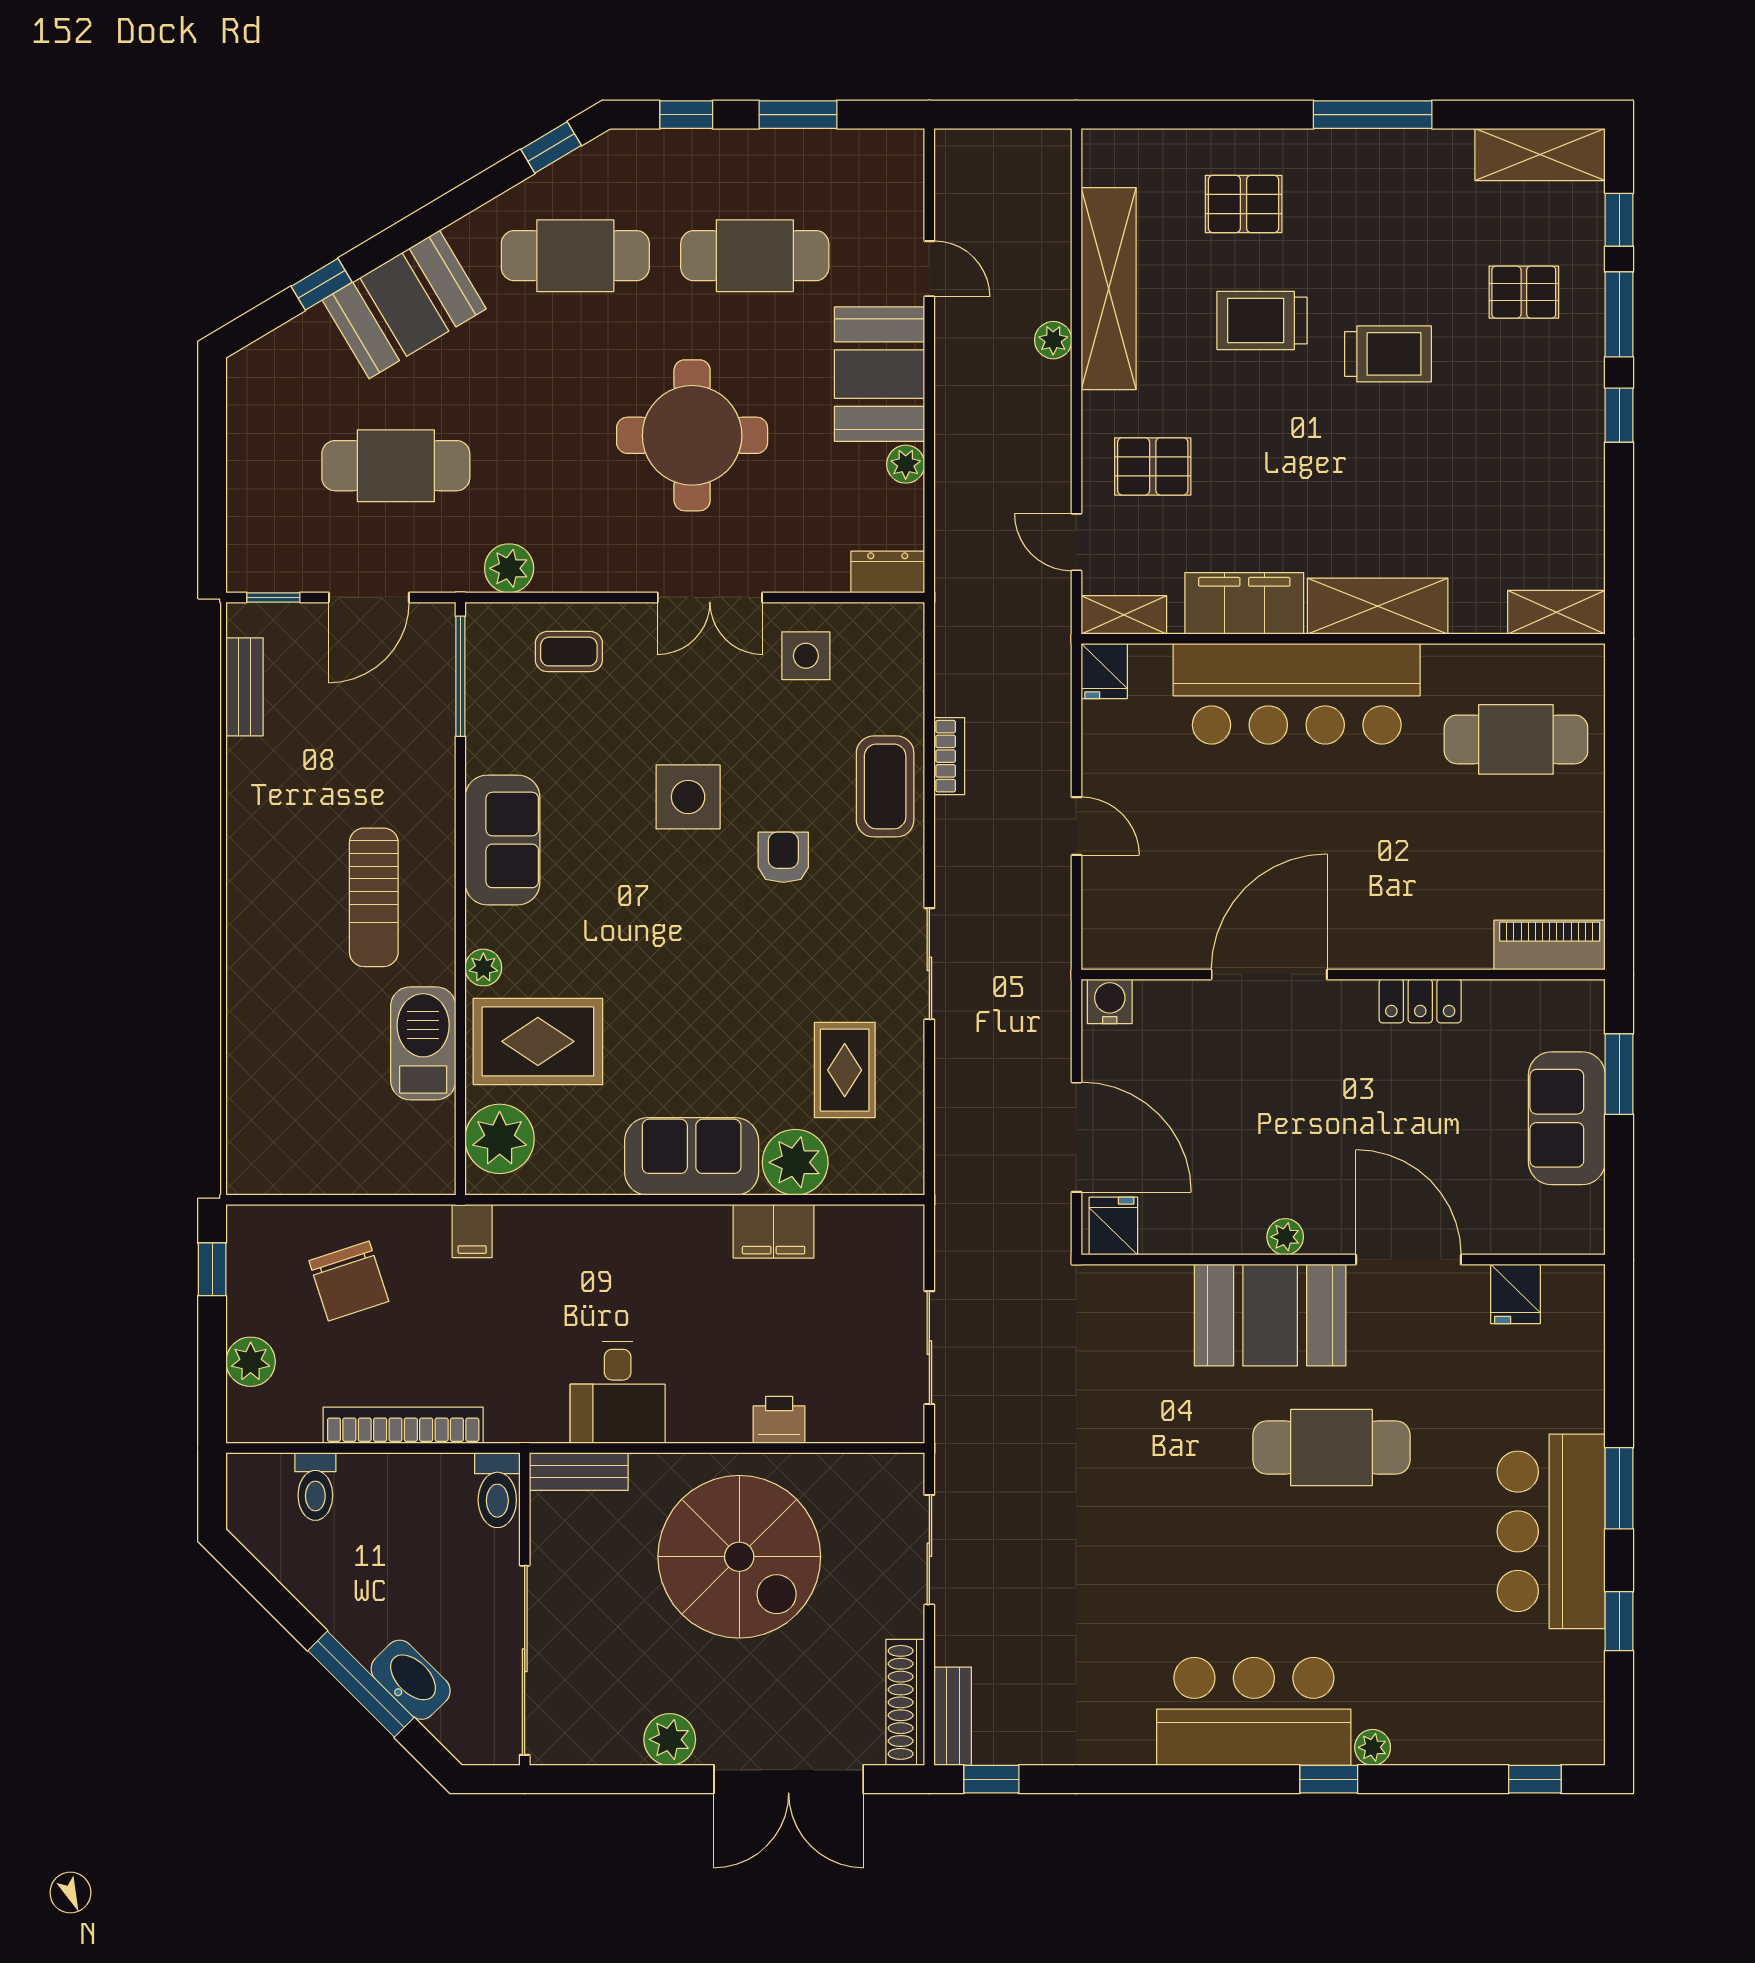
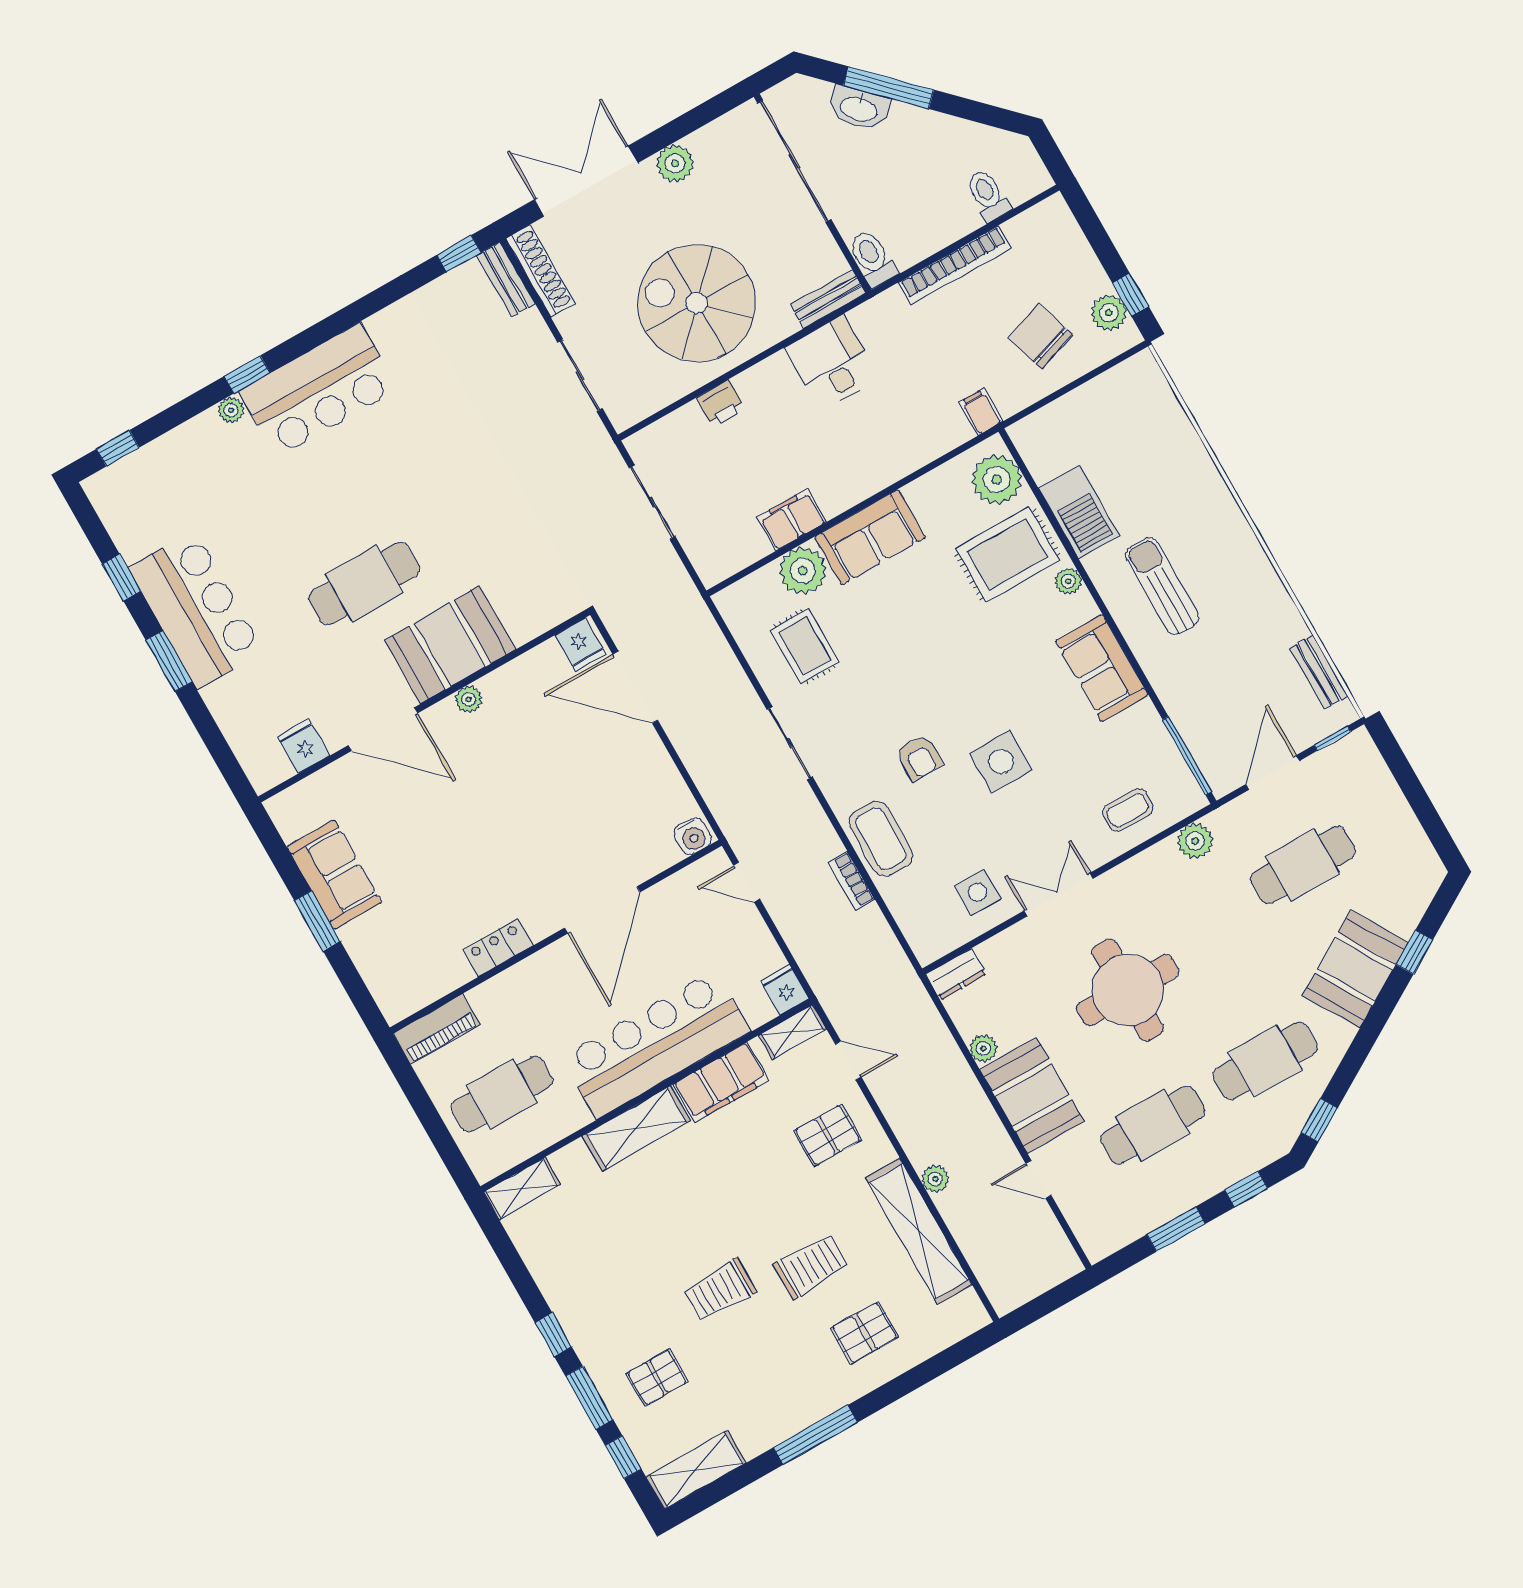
piano: (1550, 945) -> (437, 1029), moved
door: (1269, 974) -> (602, 910), moved
wall: (1343, 974) -> (556, 937), moved
water cooler: (1110, 1001) -> (693, 836), moved
locker: (1420, 1001) -> (498, 948), moved
plant: (251, 1362) -> (1109, 313), moved

